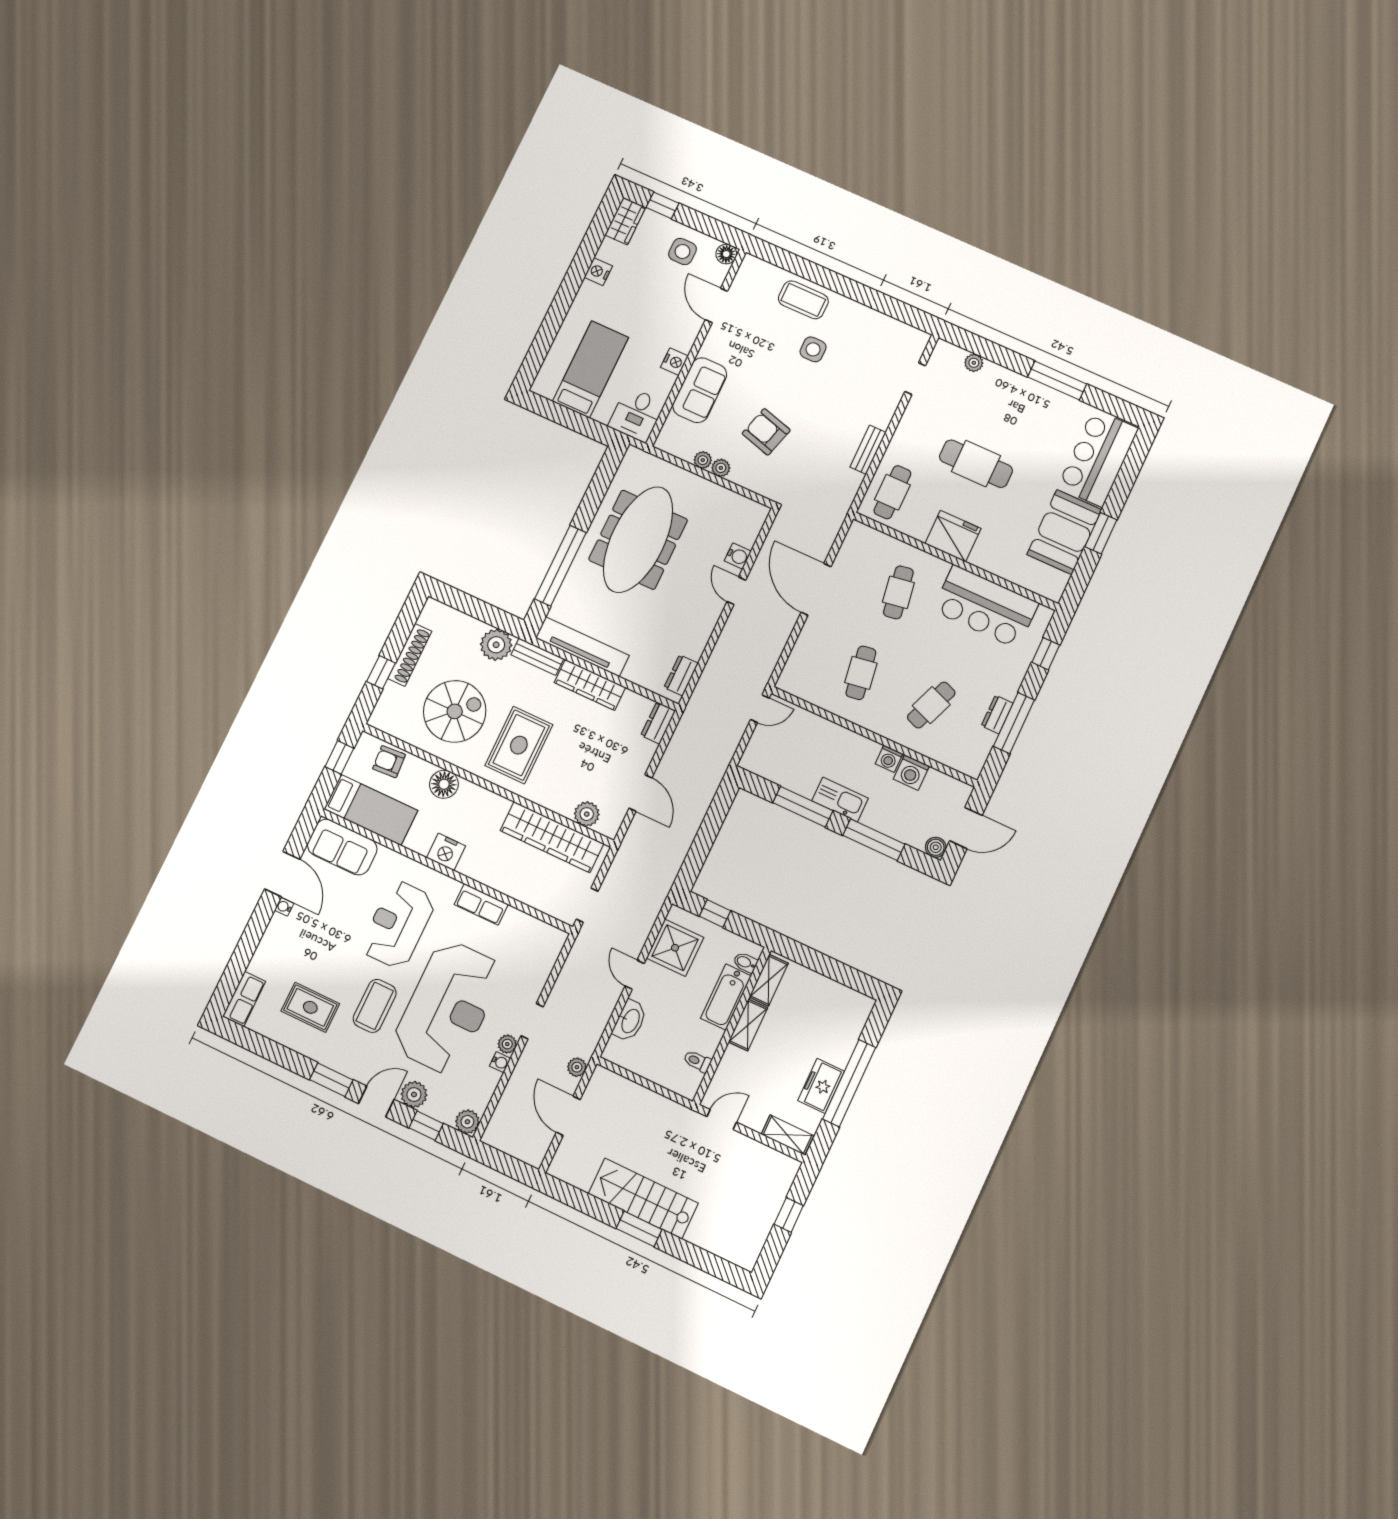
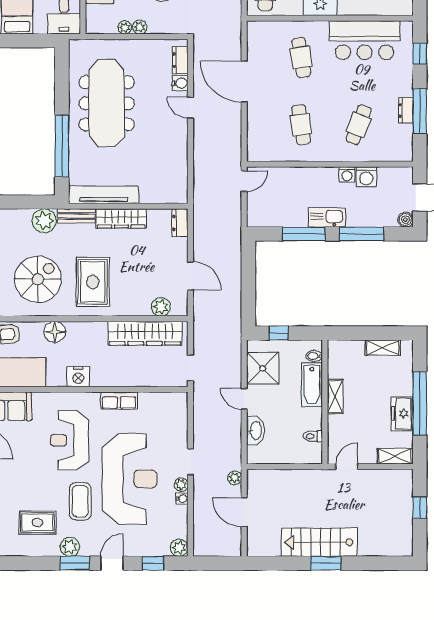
dresser: (681, 675) -> (180, 60), moved
shelving: (769, 980) -> (383, 348), moved, turned 90
plant: (414, 1095) -> (70, 547), moved

